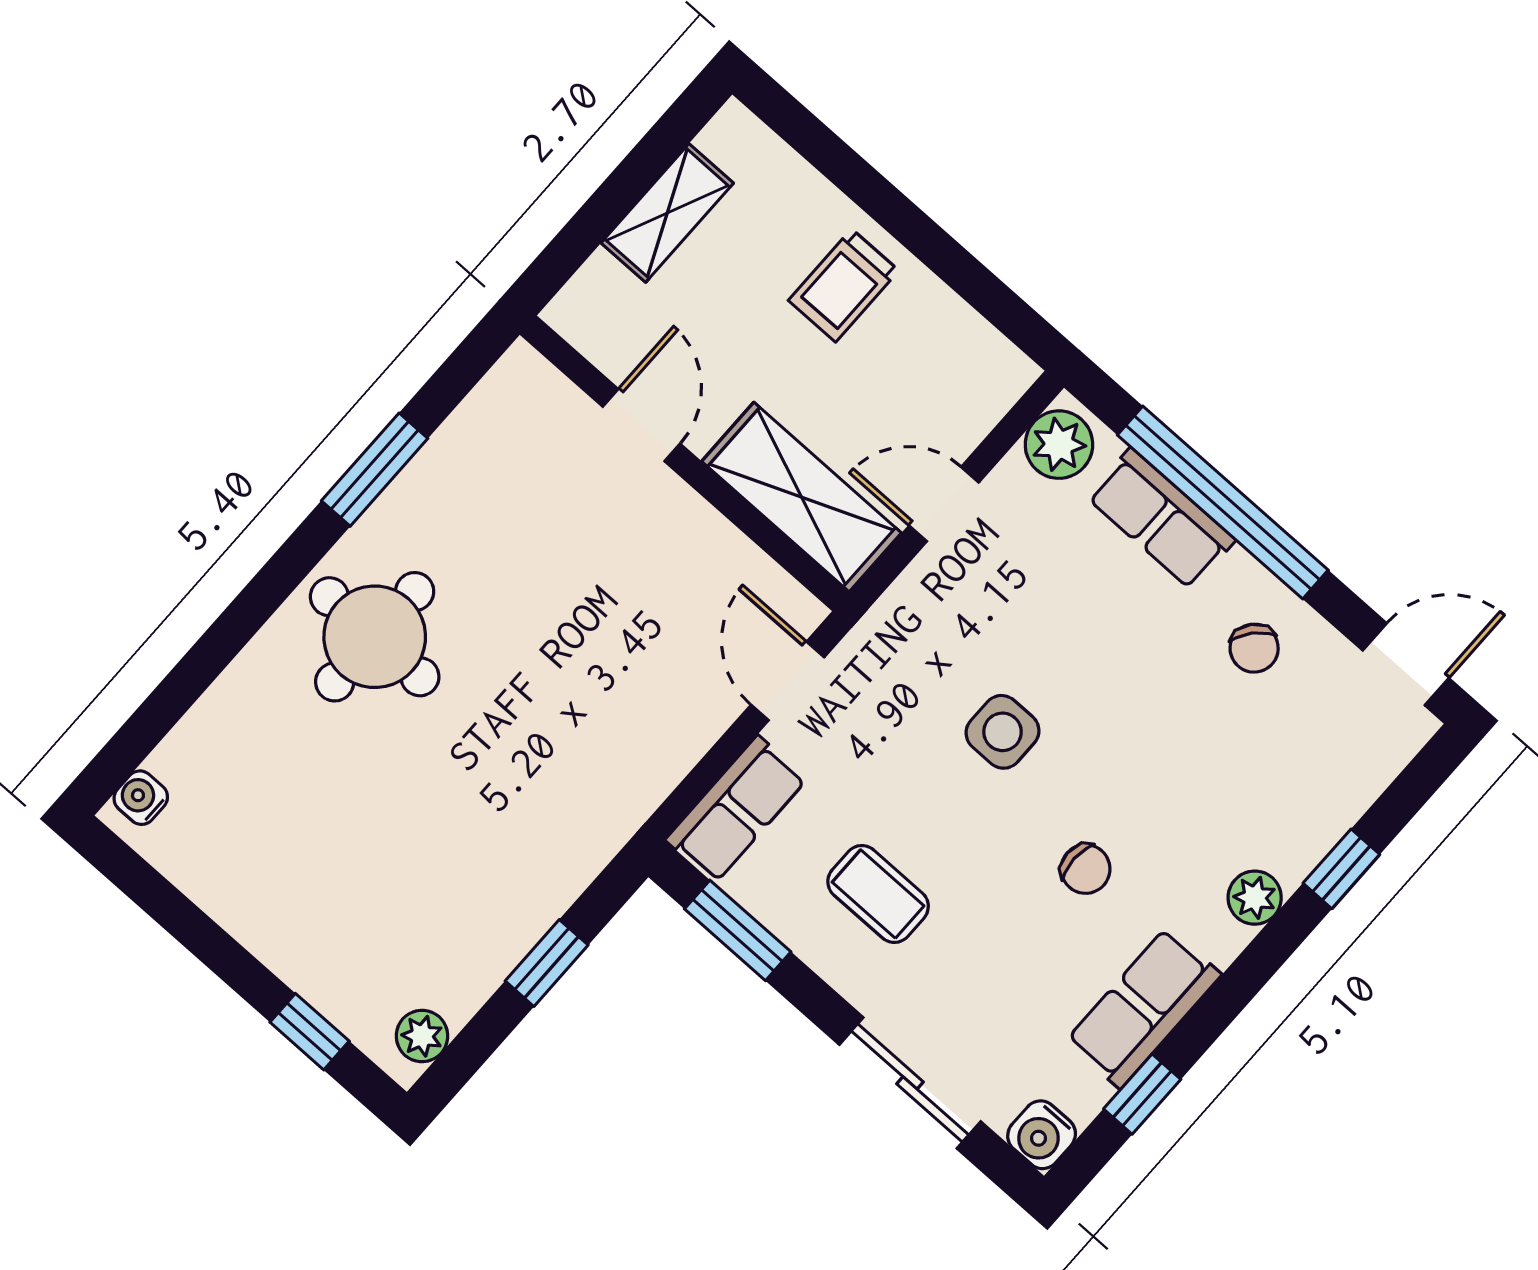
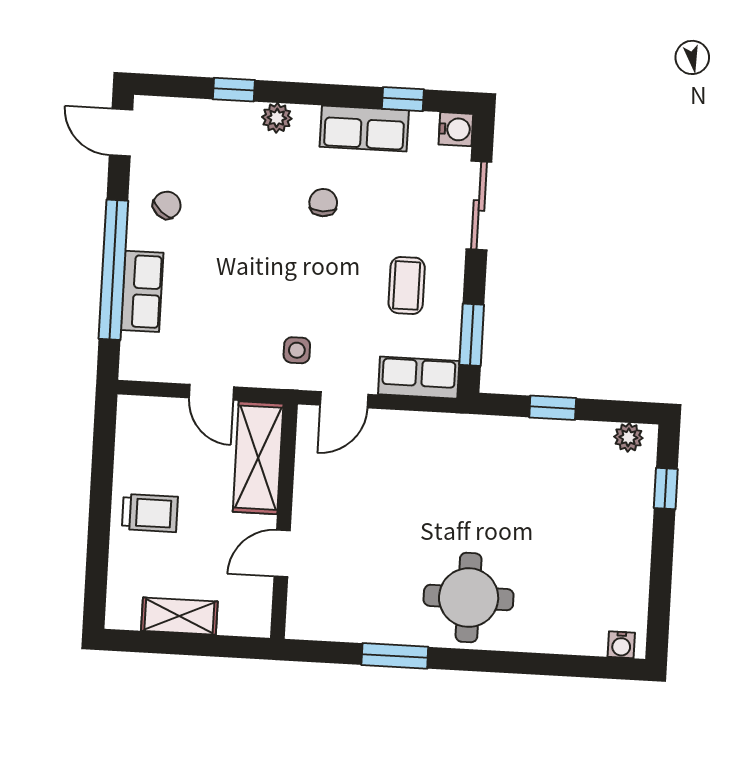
plant: (1059, 445) -> (145, 362), removed
side table: (1003, 732) -> (297, 350), moved, width x0.73, depth x0.73

